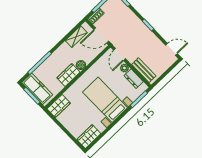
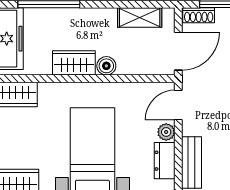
door: (101, 35) -> (178, 51), swing flipped

